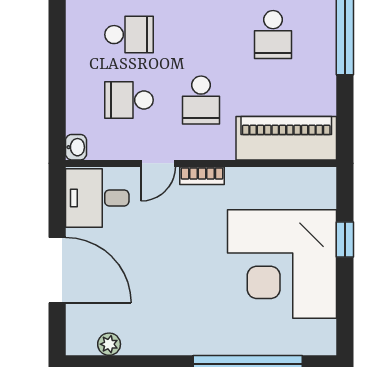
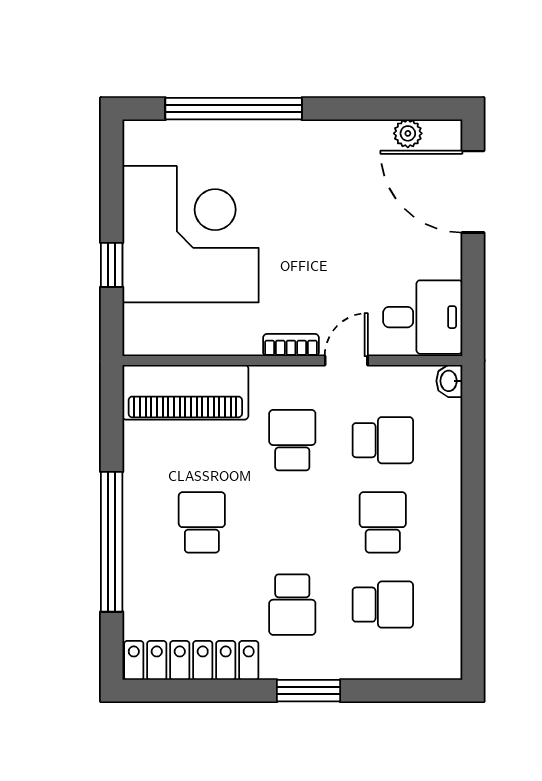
school desk: (129, 35) -> (383, 522), turned 90
door: (57, 270) -> (473, 192), moved

